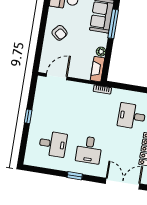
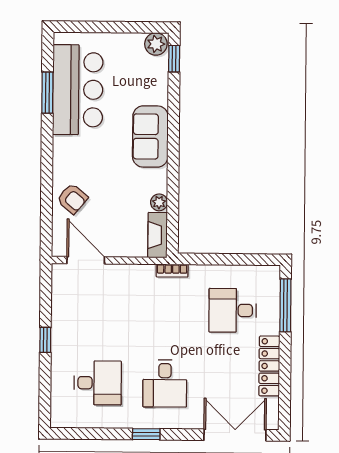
window: (113, 24) -> (173, 149), removed
armchair: (60, 33) -> (72, 199), moved
door: (57, 77) -> (86, 260), hinge flipped

